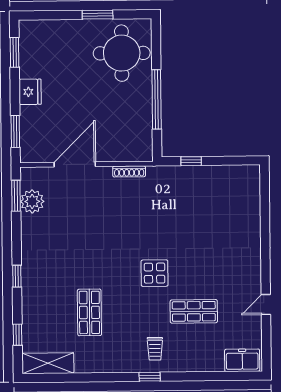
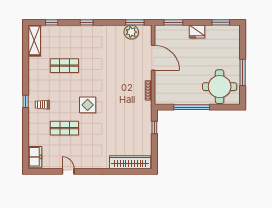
window: (98, 15) -> (243, 72), width x1.44
wardrobe: (250, 201) -> (130, 162), added
shop shelf: (194, 311) -> (64, 128), turned 90

